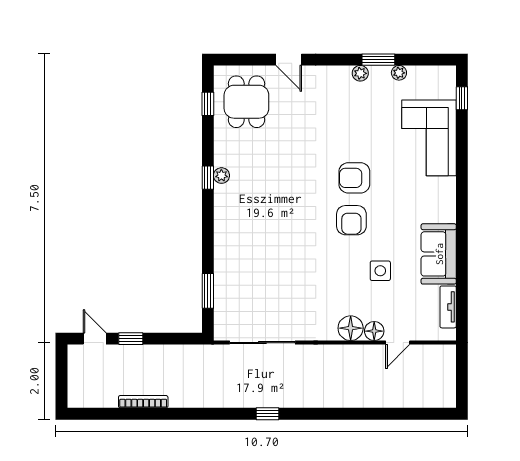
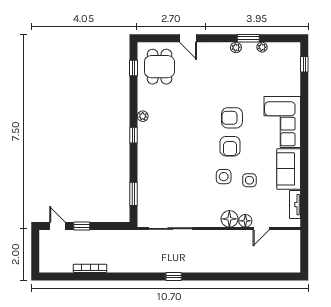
corner sofa: (429, 138) -> (282, 122), moved
window: (208, 178) -> (134, 135), moved
side table: (342, 265) -> (224, 177), added

